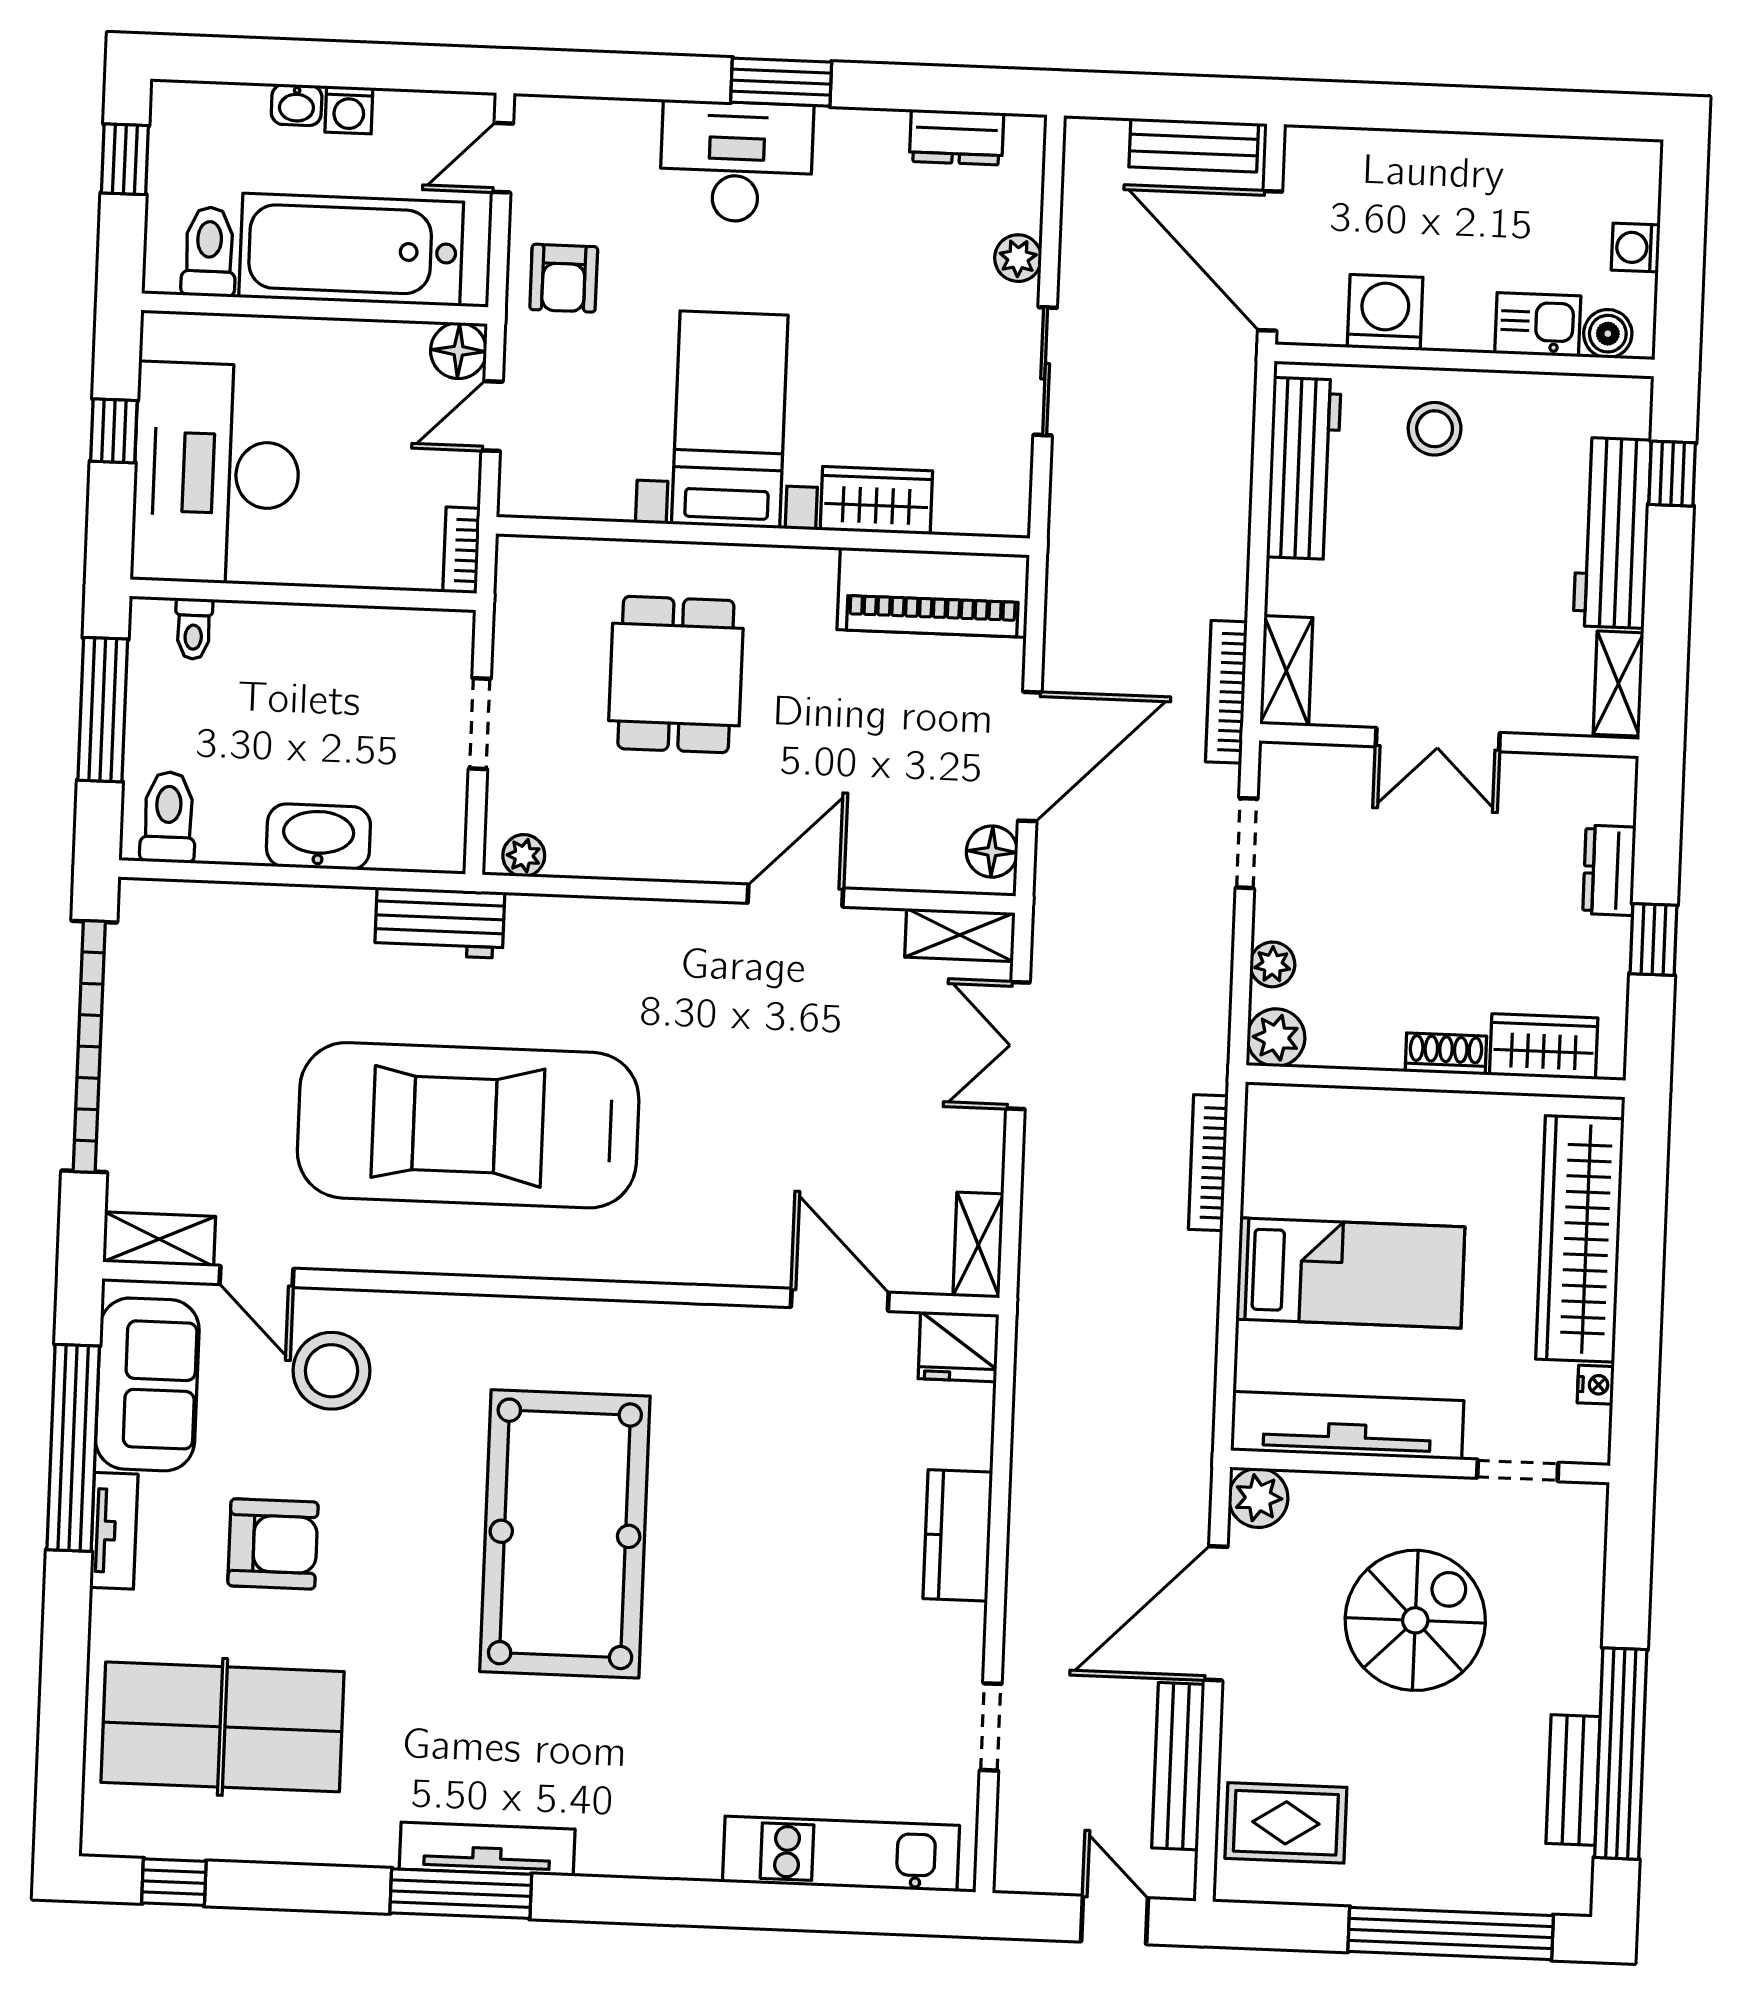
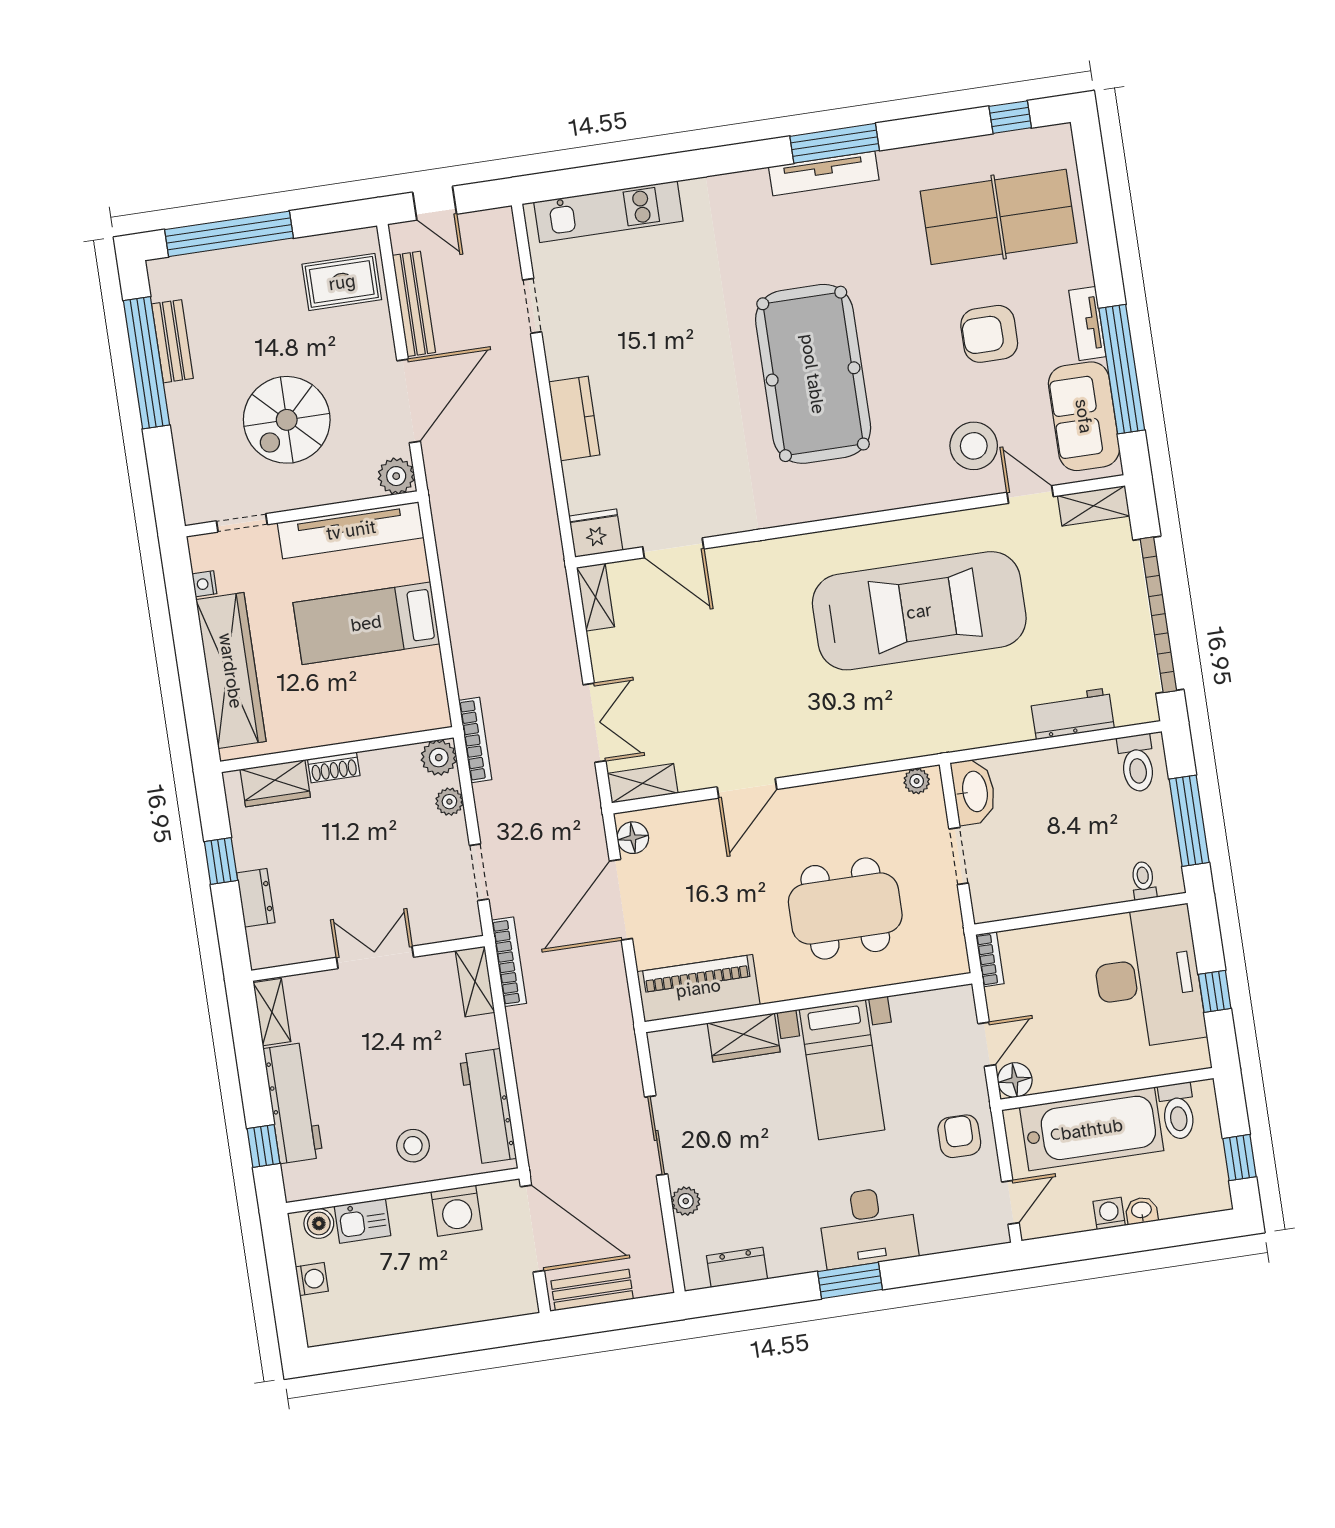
dining table: (676, 675) -> (845, 909), width x1.38
washbasin: (318, 837) -> (974, 792), moved, turned -90
workbench: (440, 923) -> (1072, 714), moved
bookcase: (1208, 1163) -> (475, 740), moved

